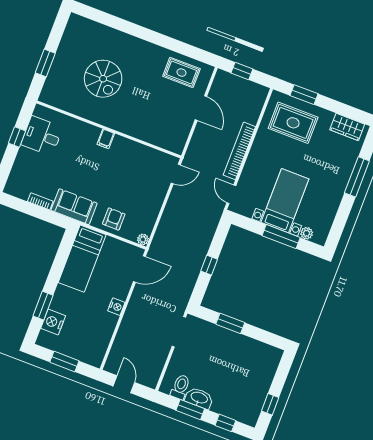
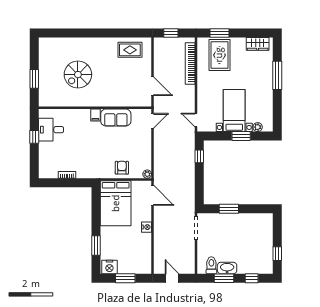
spiral stairs: (103, 79) -> (78, 75), turned 90
door: (201, 108) -> (153, 86), moved
rug: (293, 123) -> (219, 55), turned 90
bookcase: (239, 151) -> (190, 64), moved
sofa: (74, 207) -> (116, 118), moved, turned 180
window: (281, 237) -> (241, 136), width x0.69
bed: (82, 259) -> (116, 203), width x1.50
window: (209, 265) -> (199, 156), moved
door: (139, 269) -> (153, 195), hinge flipped
nightstand: (53, 322) -> (109, 267), moved, turned -90

